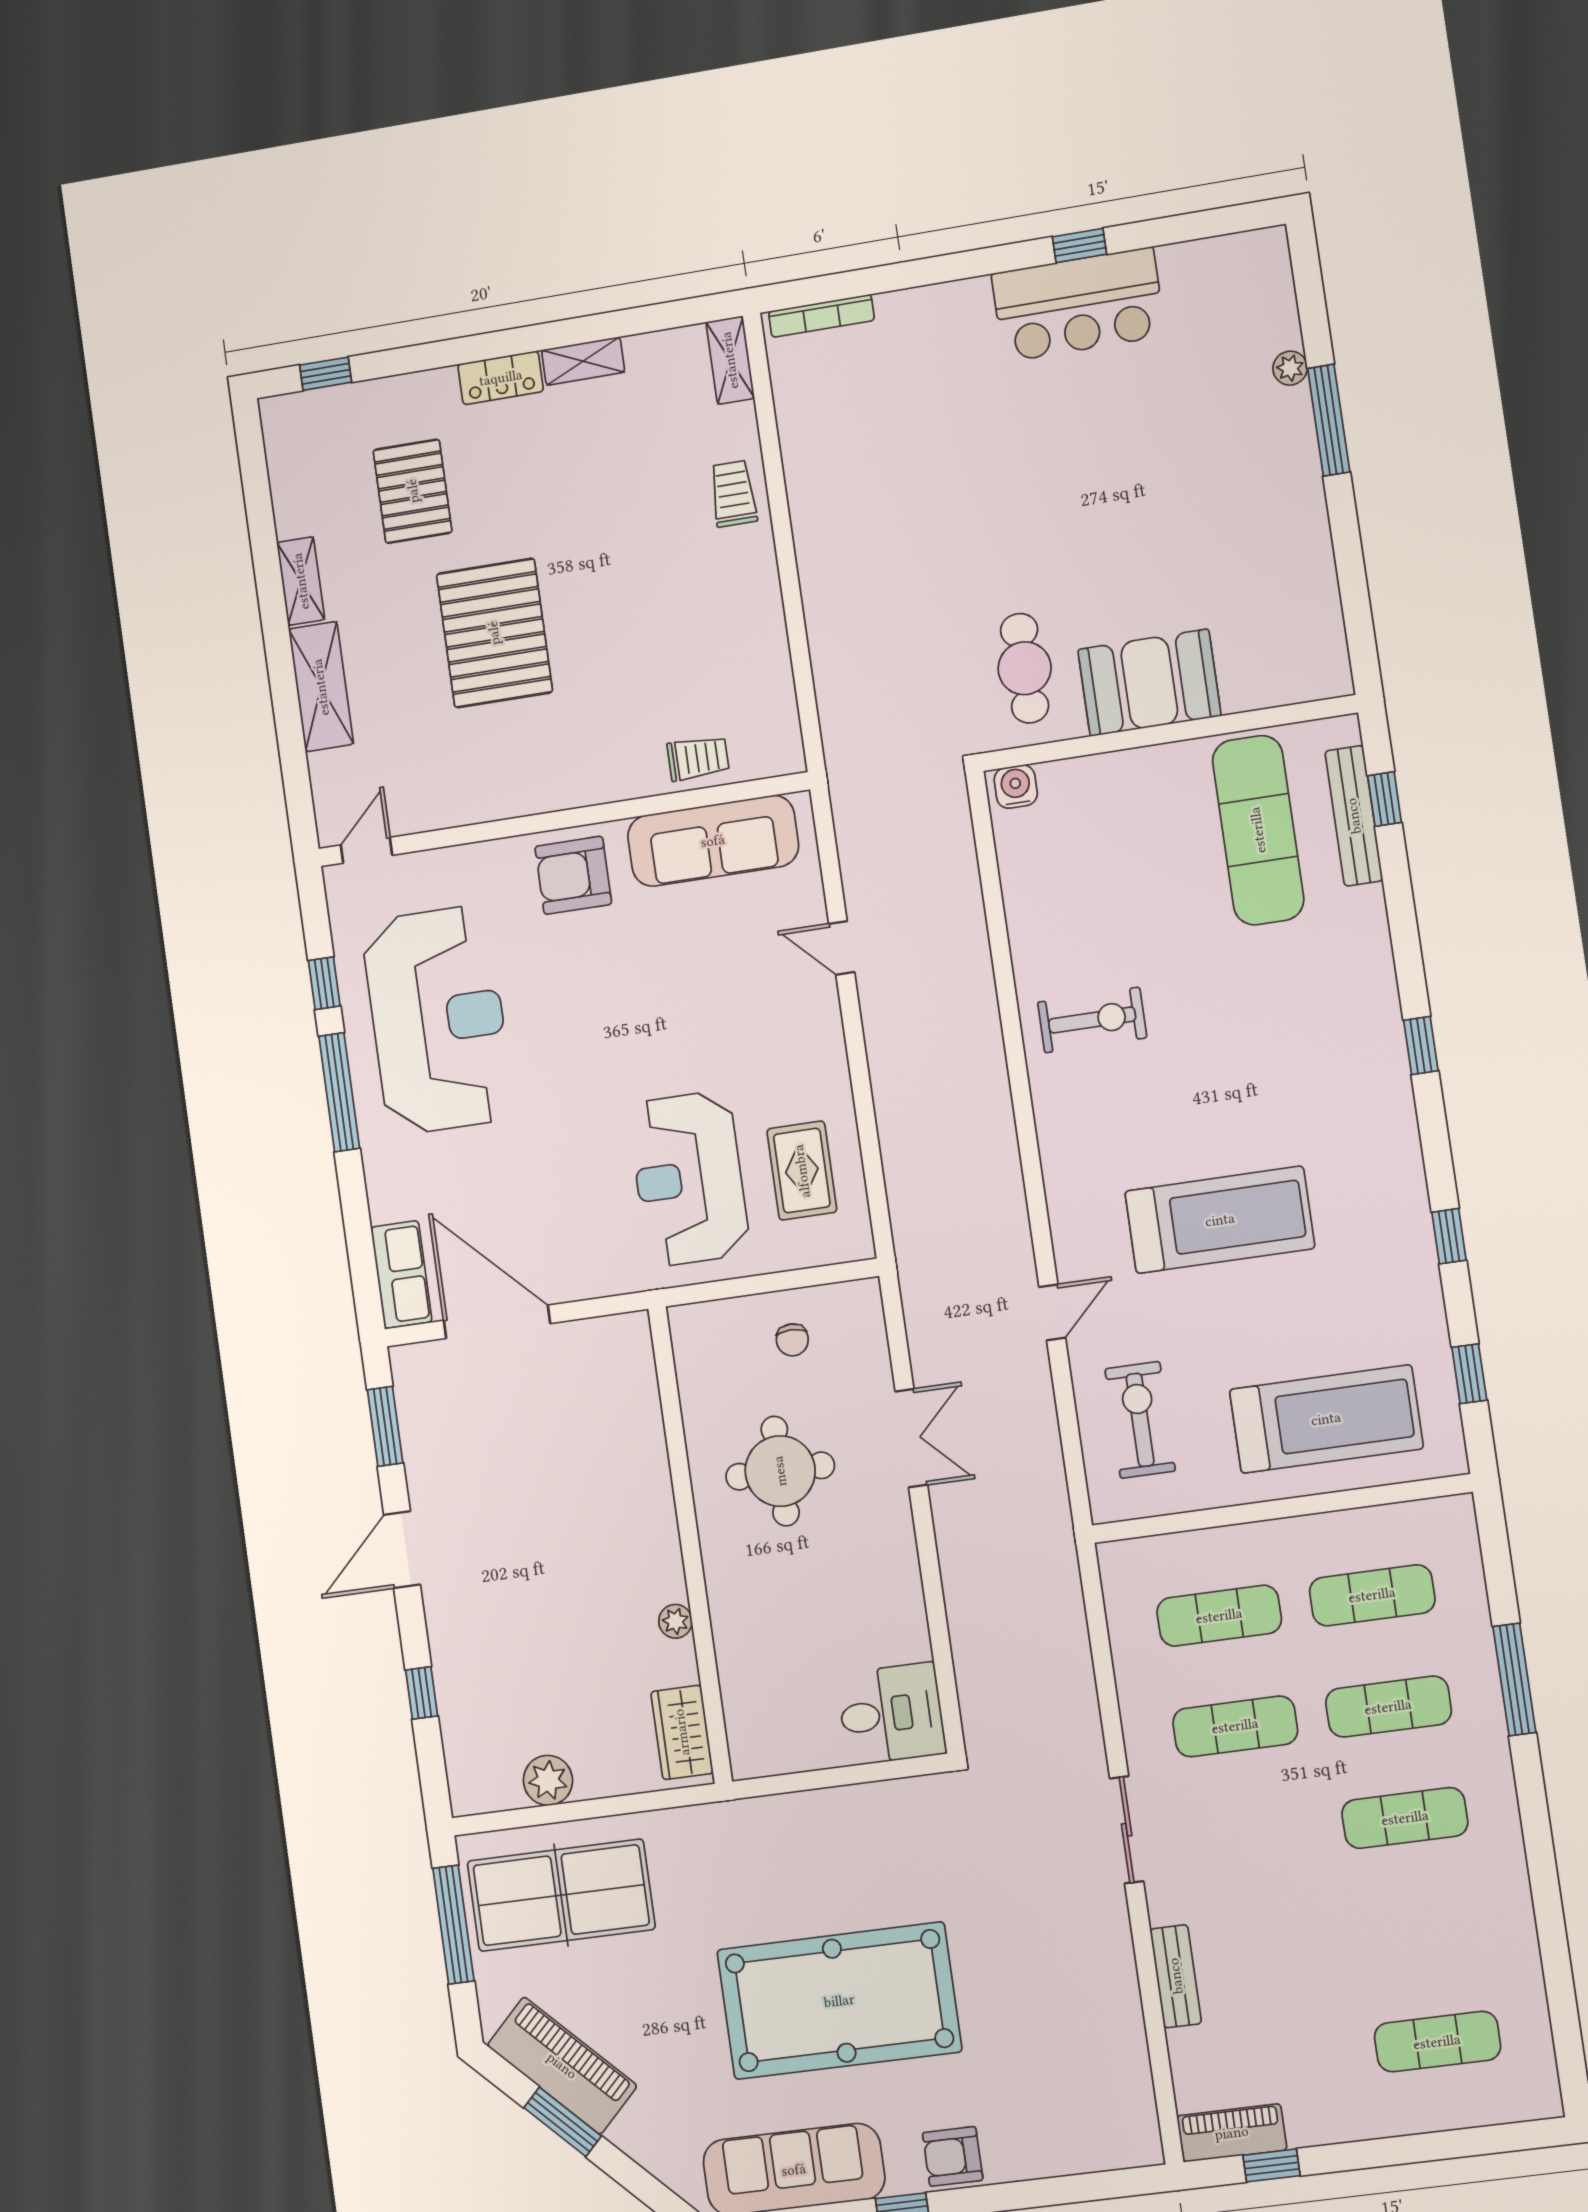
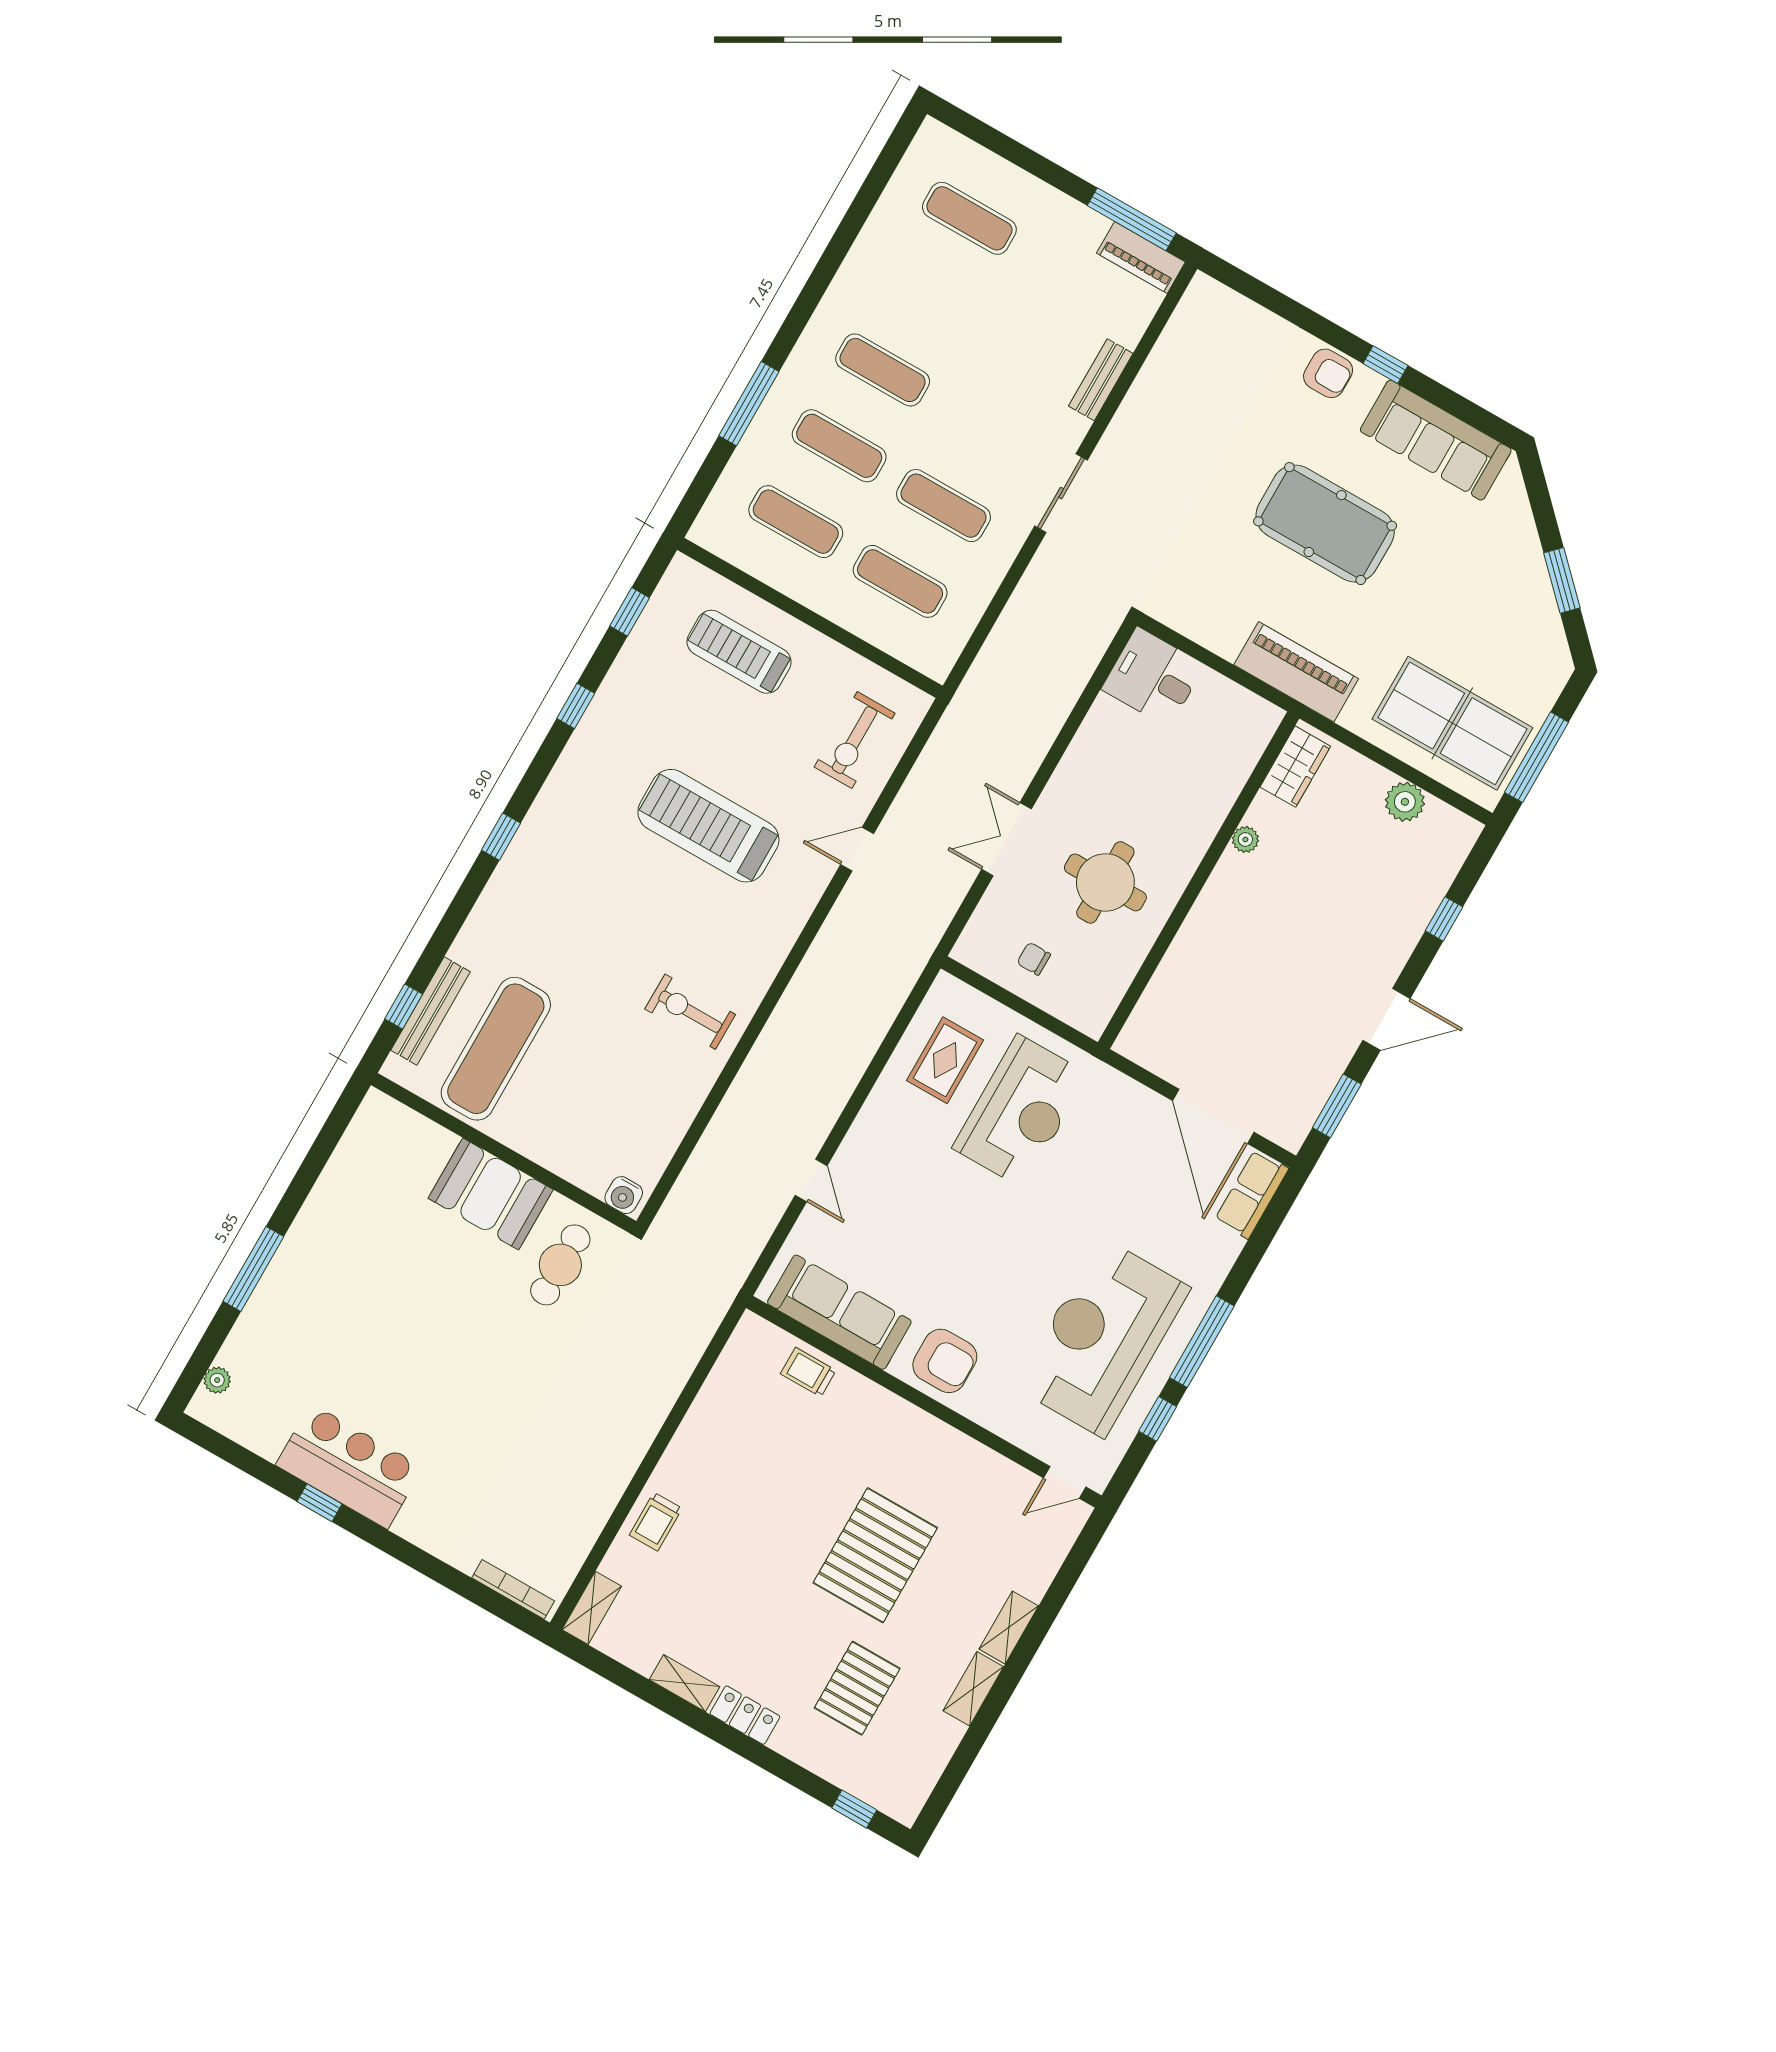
plant: (1290, 368) -> (217, 1380), moved
shelving: (321, 687) -> (1009, 1628), width x0.67, depth x0.75
chair: (792, 1340) -> (1034, 959), turned -90
treadmill: (1326, 1419) -> (739, 652), width x0.73, depth x0.73
pool table: (839, 2001) -> (1325, 524), width x0.73, depth x0.76
piano: (562, 2066) -> (1296, 672), moved, turned 135
window: (1271, 2165) -> (1132, 219), width x2.17

